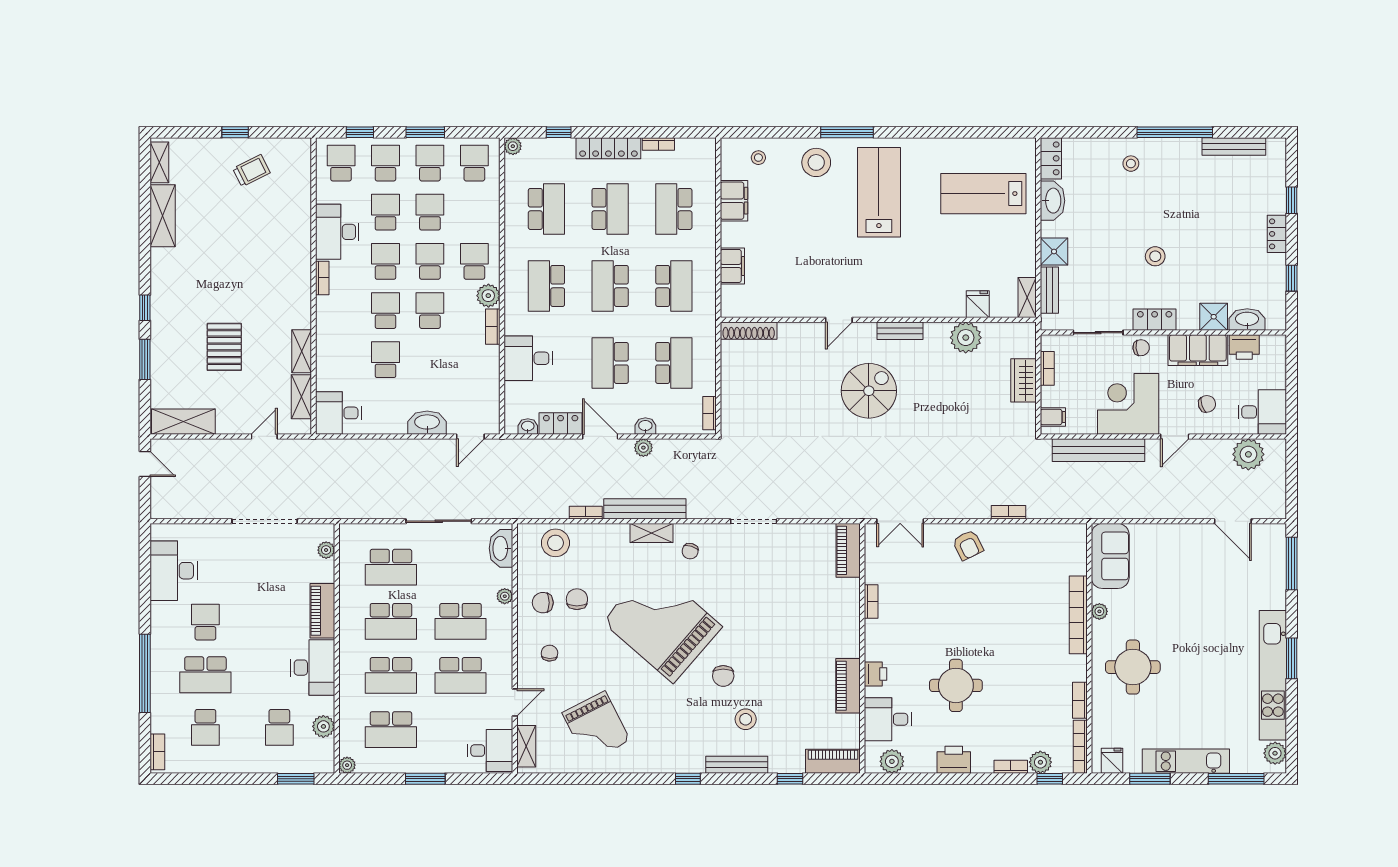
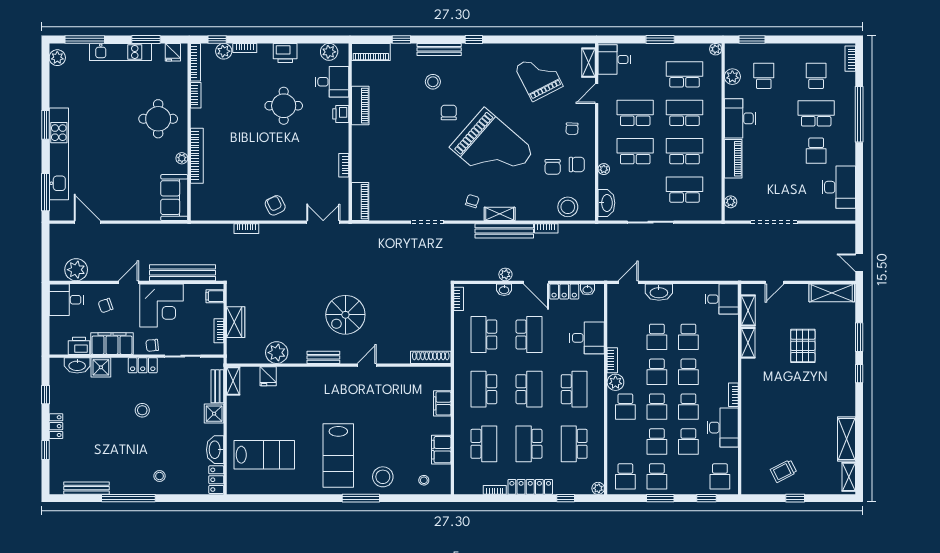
school desk: (385, 163) -> (657, 337), moved
kitchen unit: (1273, 675) -> (59, 154), moved

